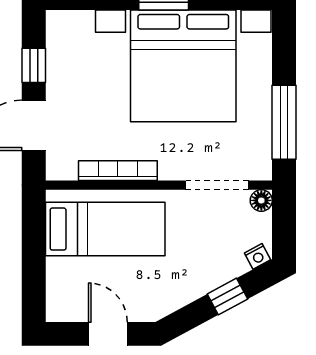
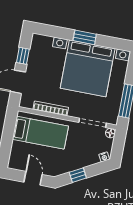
window: (227, 297) -> (78, 175), moved

